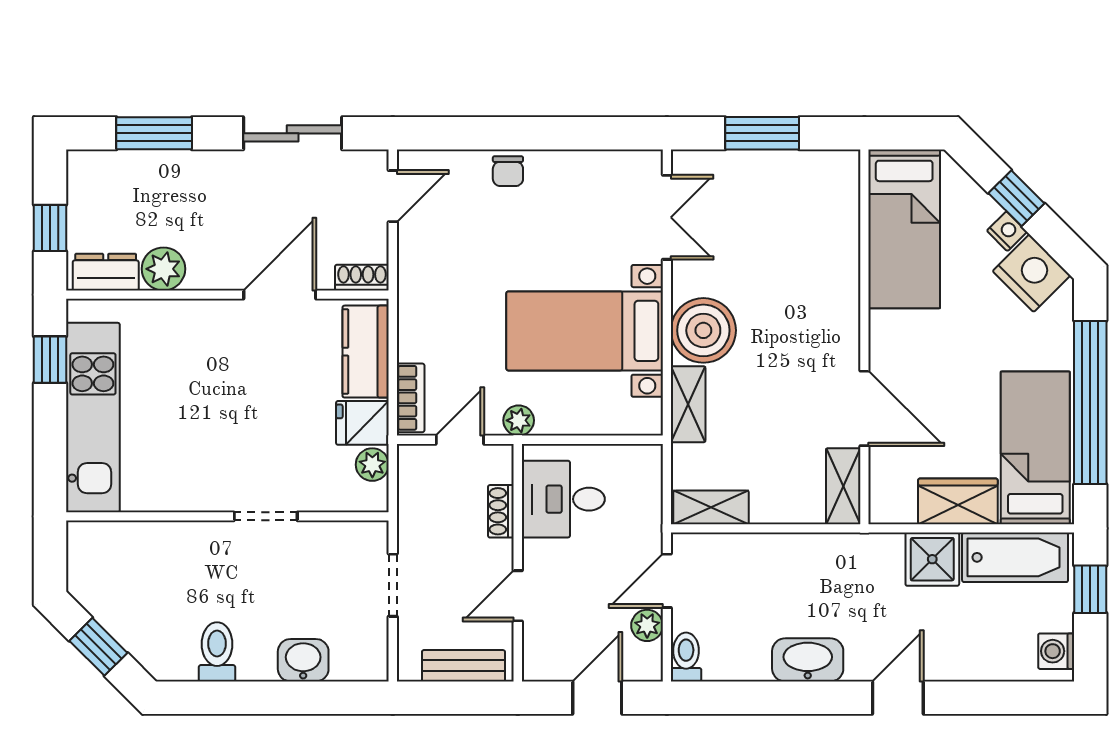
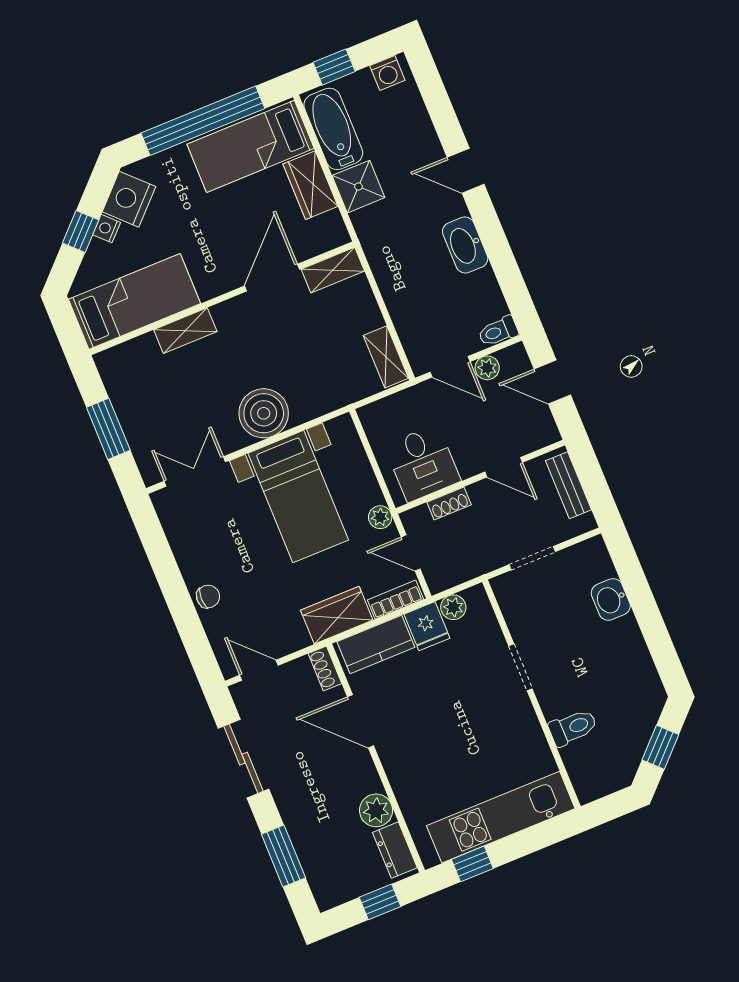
wardrobe: (421, 319) -> (337, 615), added
shelving: (688, 404) -> (185, 331), moved
toilet: (217, 652) -> (573, 727), moved, turned 180

